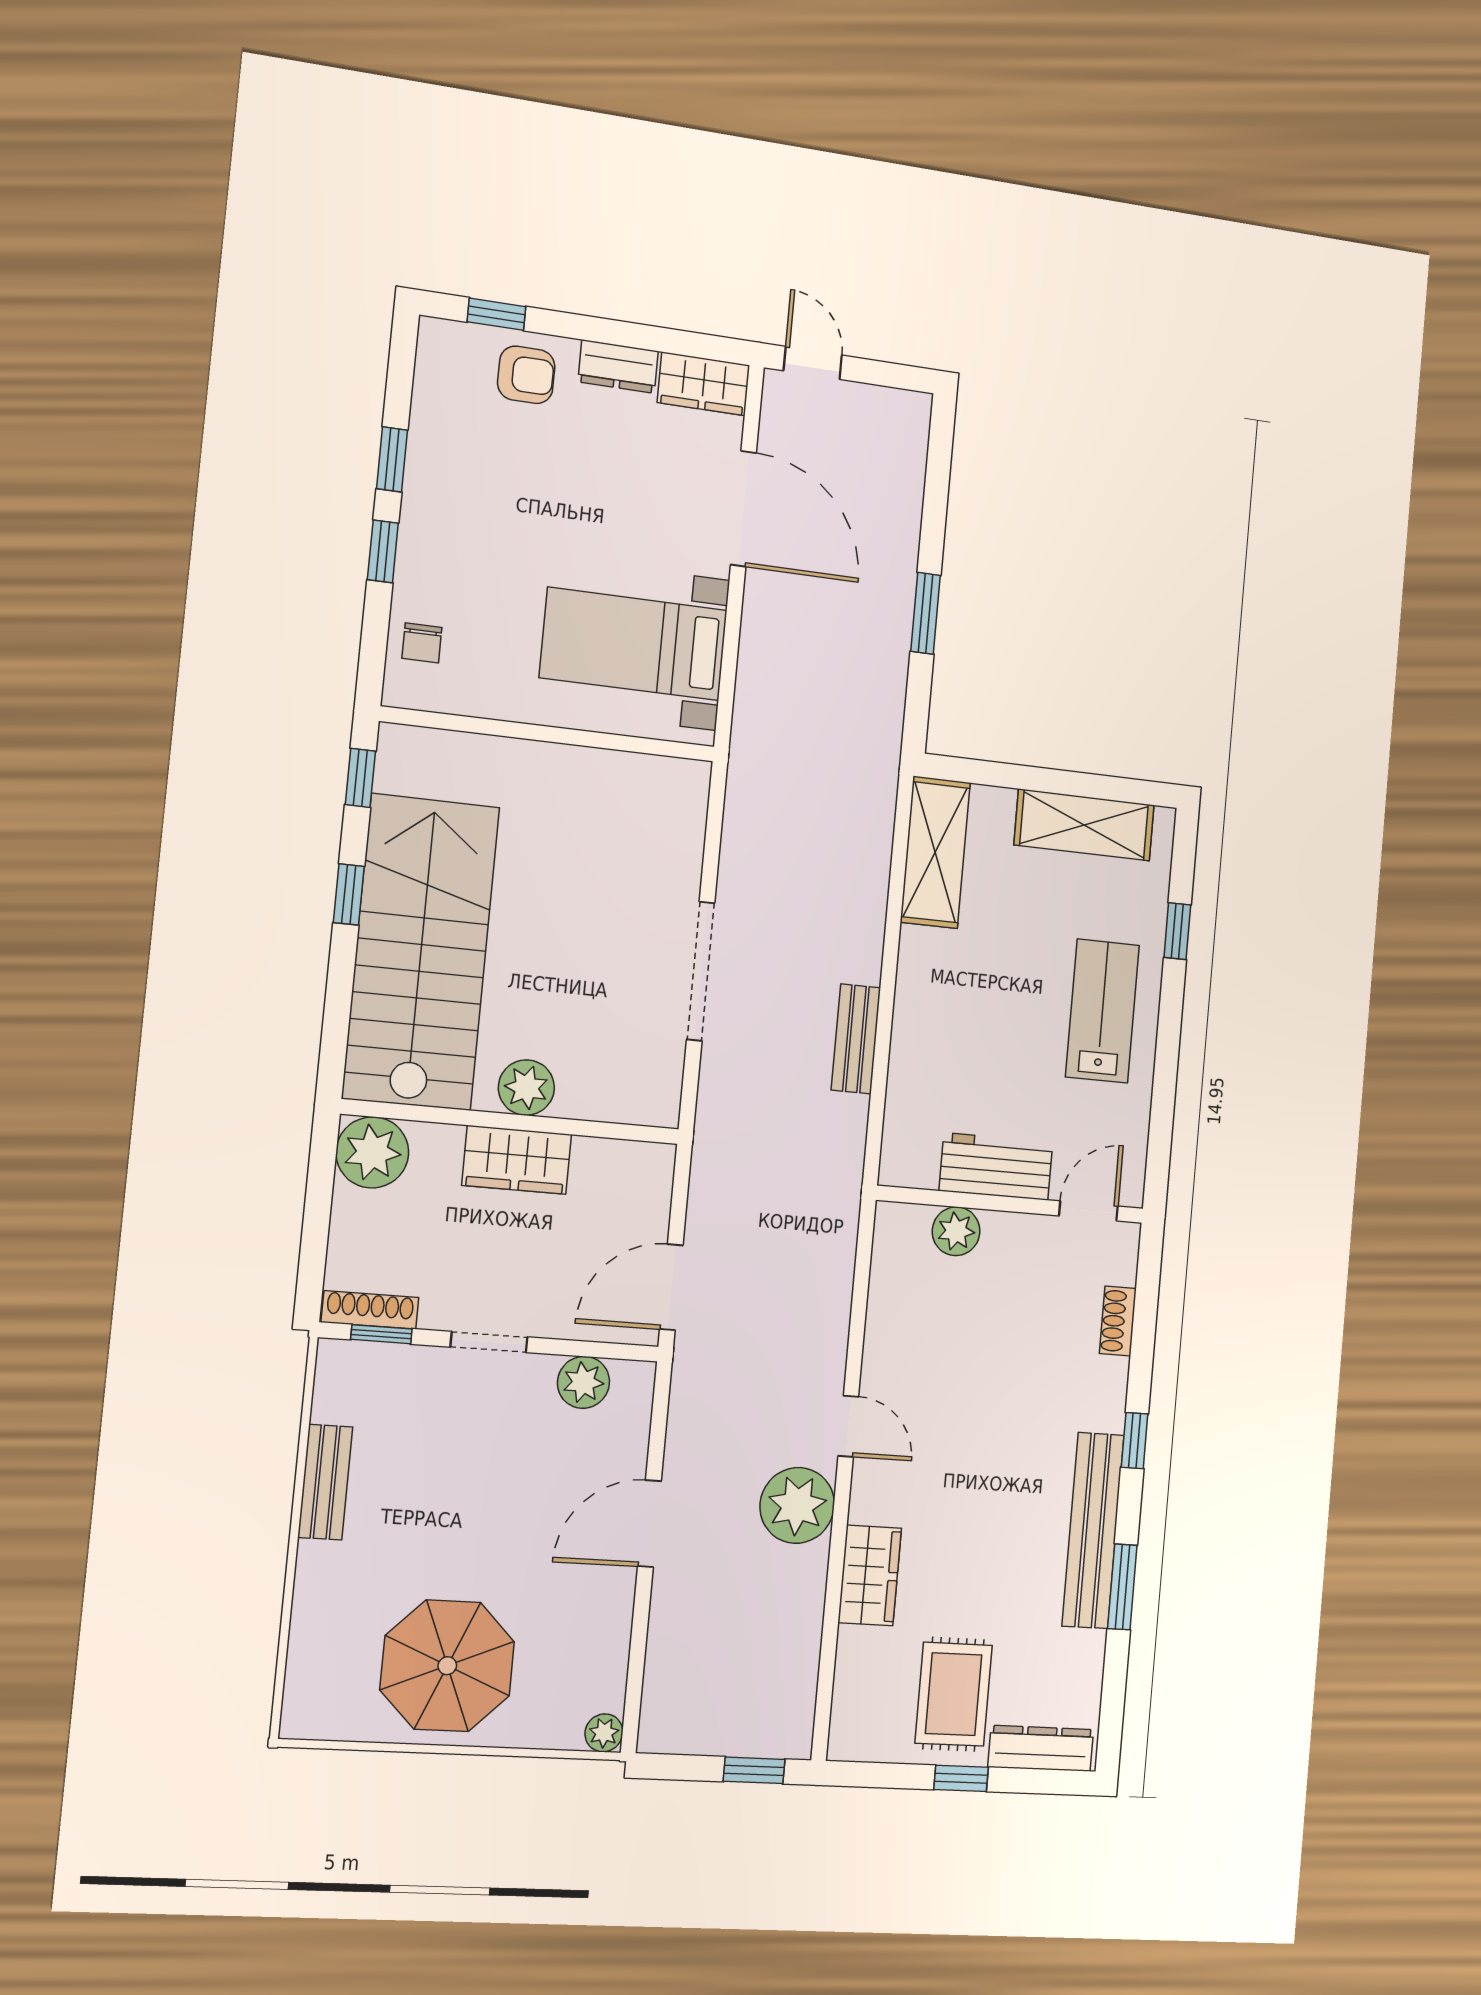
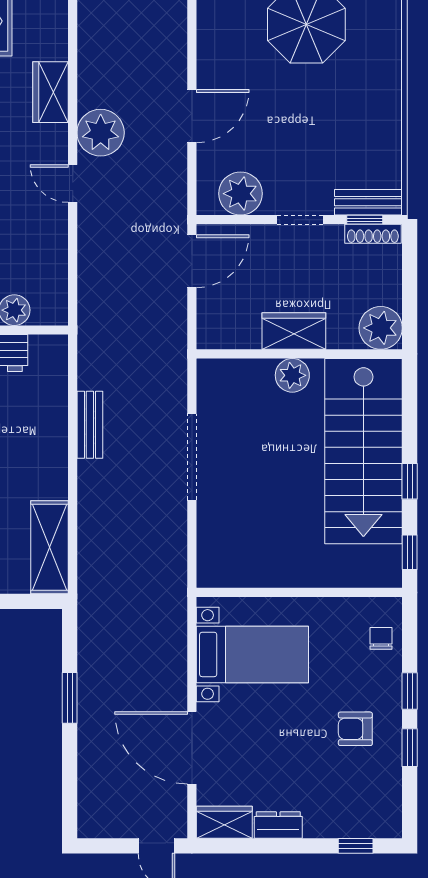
armchair: (526, 375) -> (355, 729), moved
plant: (583, 1382) -> (240, 194), width x1.36, depth x1.36
bench: (325, 1482) -> (368, 202), moved, turned 90

